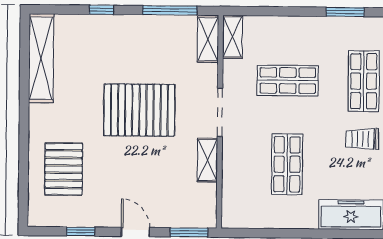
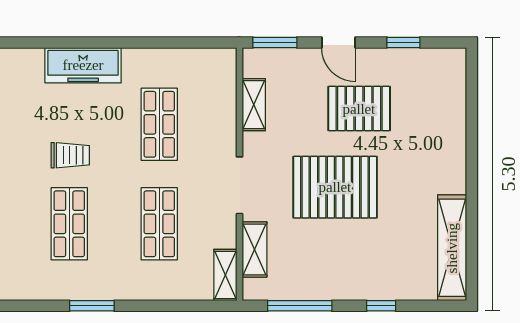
shelving: (208, 39) -> (254, 249), moved
shop shelf: (288, 80) -> (159, 224), turned 90
shelving: (207, 160) -> (254, 105), moved
pallet: (64, 169) -> (359, 109), moved, turned 90

